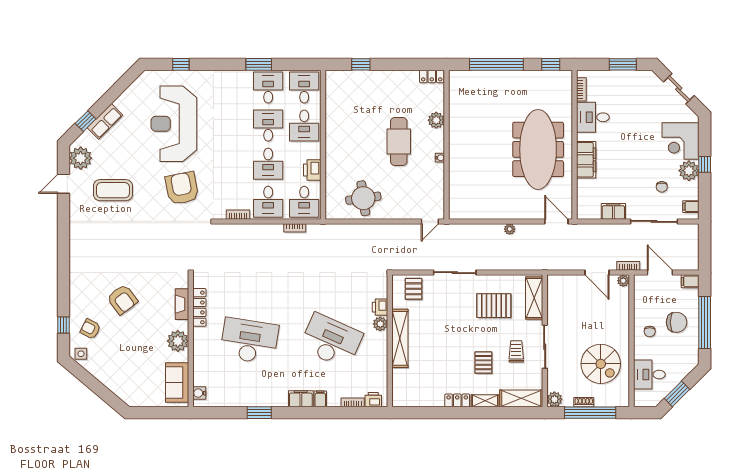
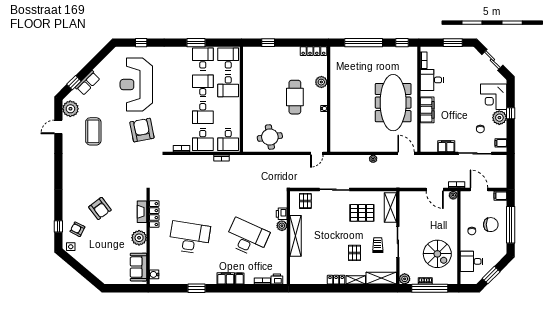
locker: (432, 76) -> (313, 51), width x1.53
printer: (312, 170) -> (234, 117), removed
coffee table: (113, 190) -> (93, 131), turned 90

